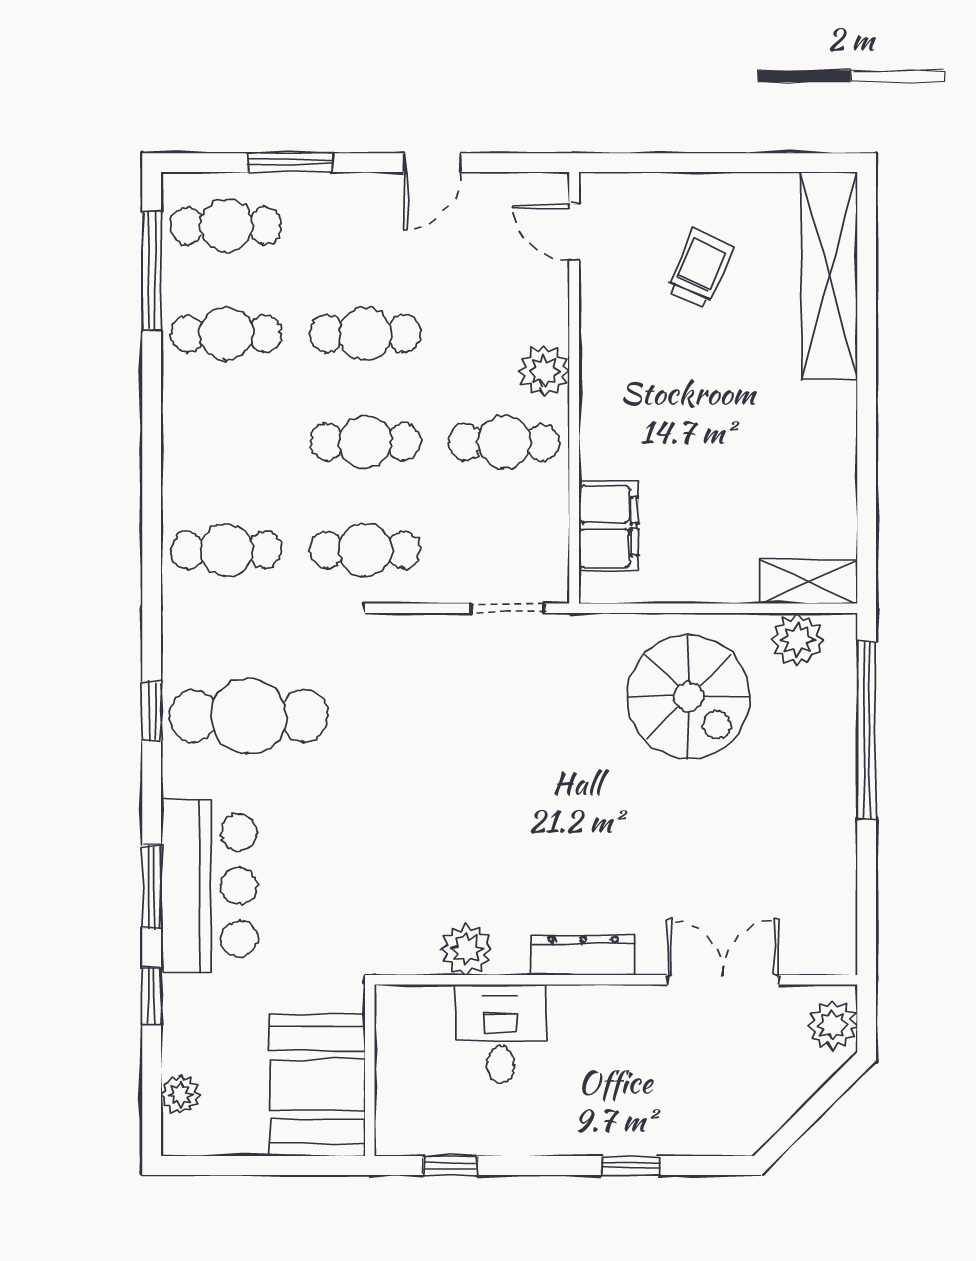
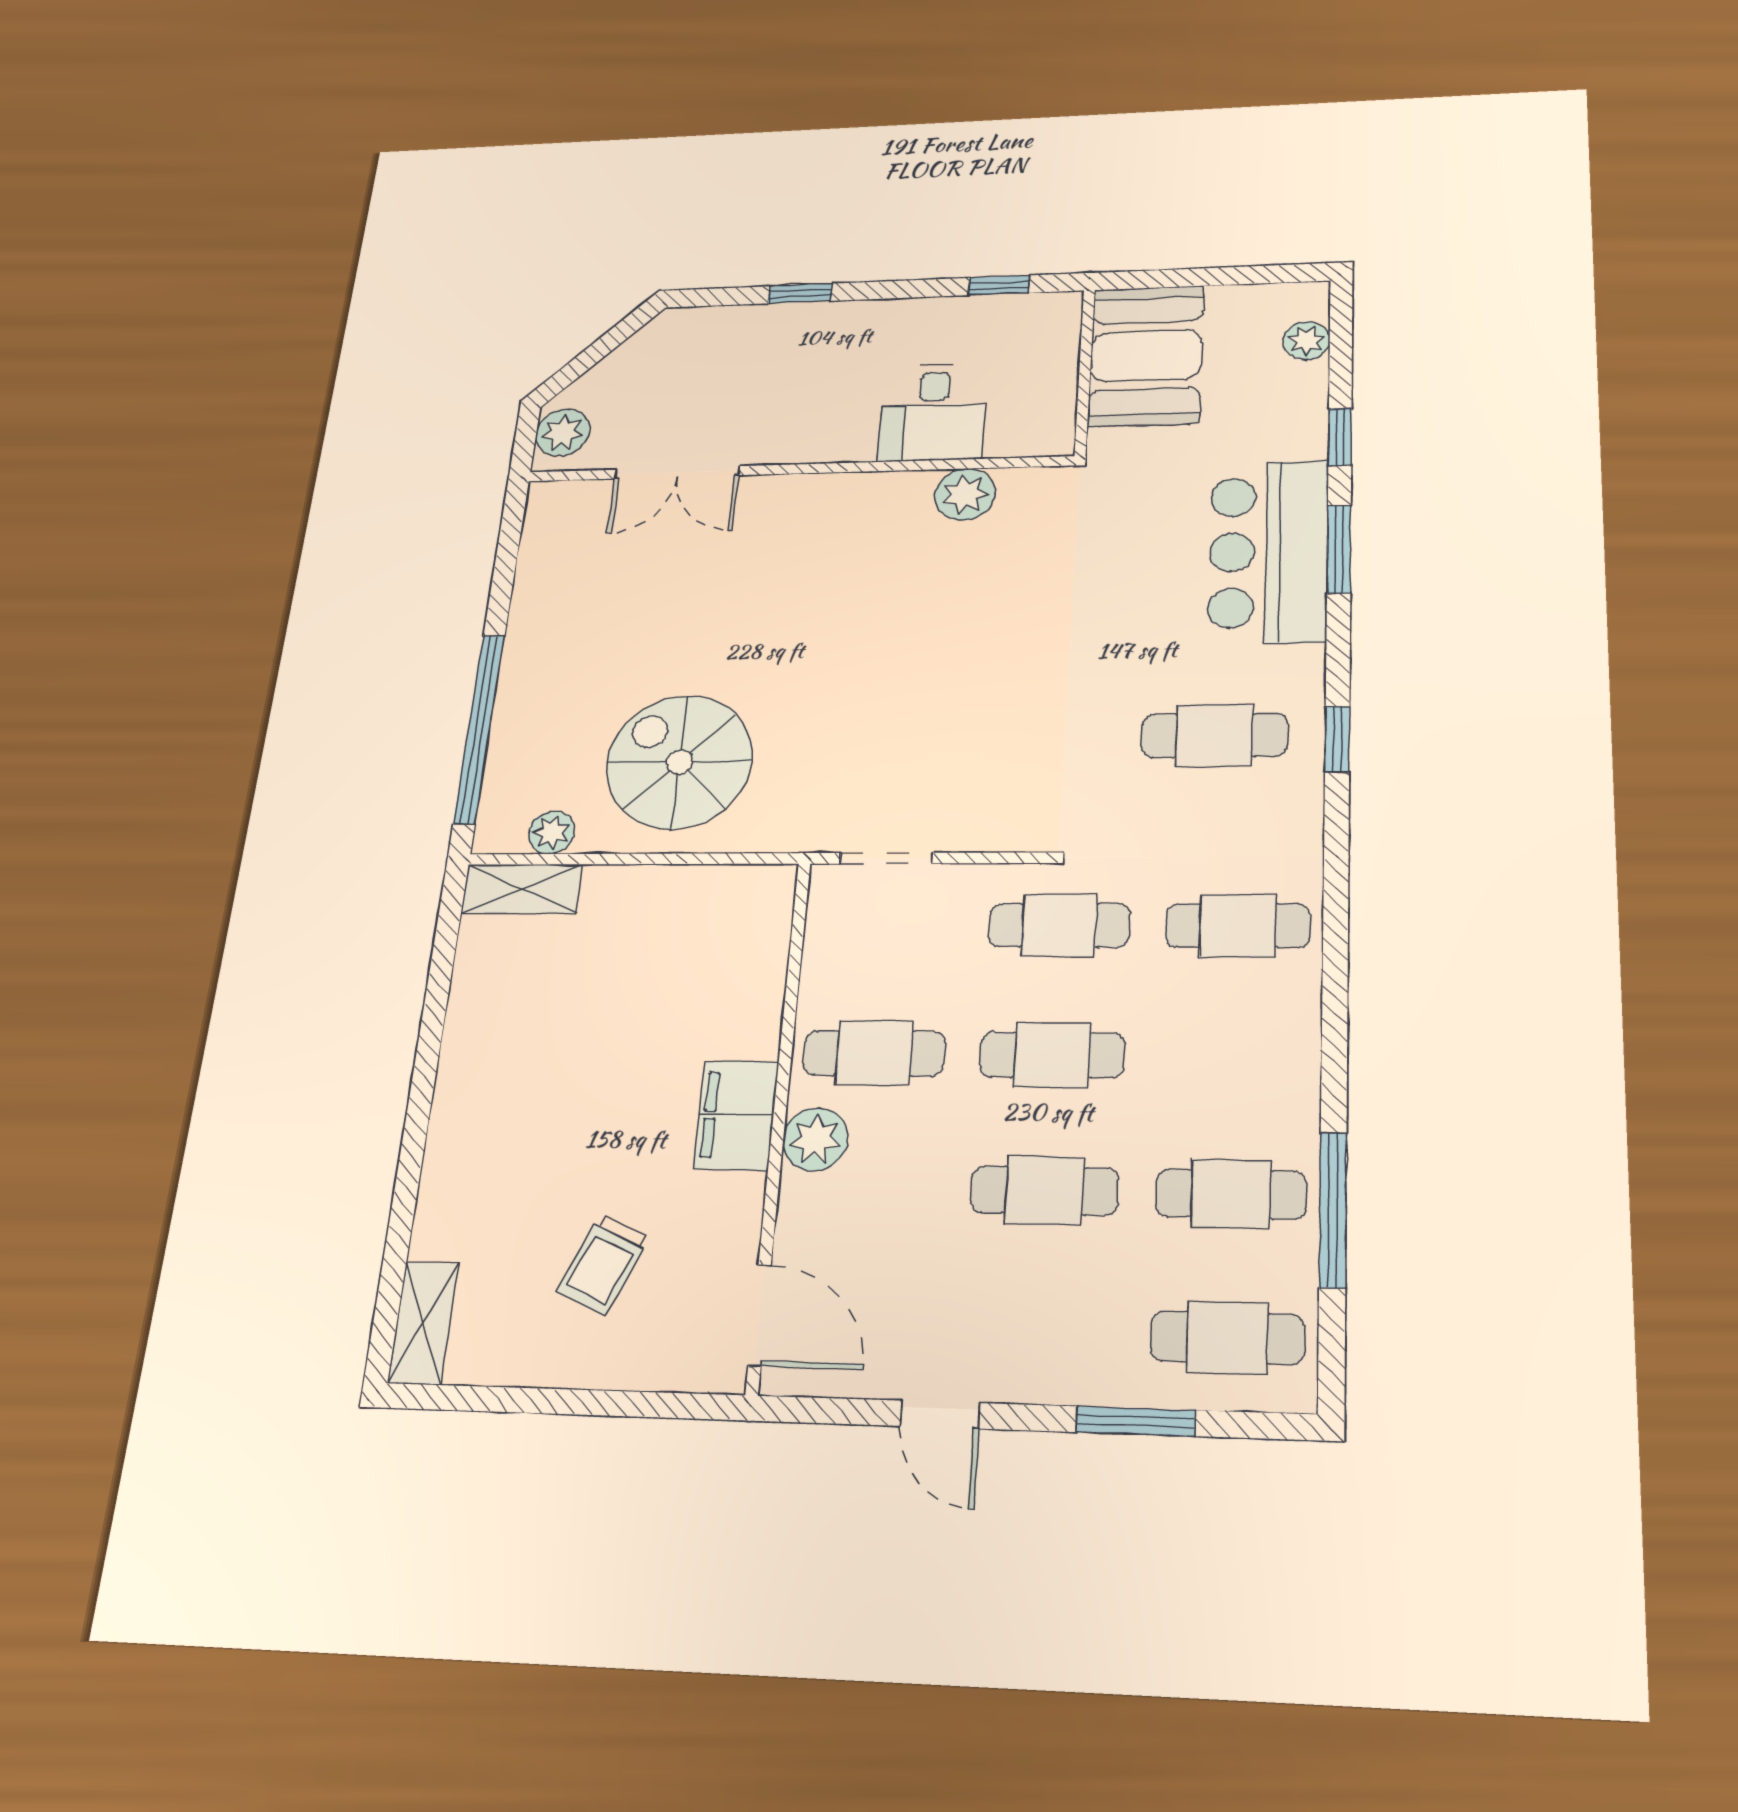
door: (432, 163) -> (940, 1415), swing flipped
door: (574, 232) -> (760, 1315), width x1.38
window: (152, 271) -> (1333, 1210), moved
shelving: (829, 276) -> (423, 1323), width x0.45, depth x0.75
filing cabinet: (608, 526) -> (736, 1115), moved
plant: (797, 640) -> (552, 833), width x0.73, depth x0.73
cafe table: (249, 716) -> (1214, 735), width x0.73, depth x0.74
dresser: (583, 955) -> (831, 492), removed

